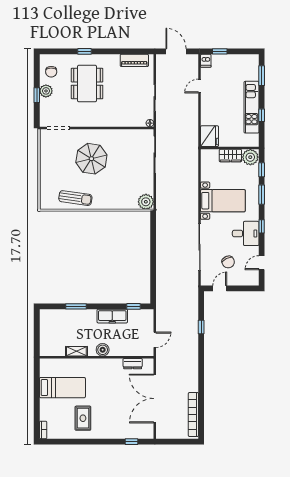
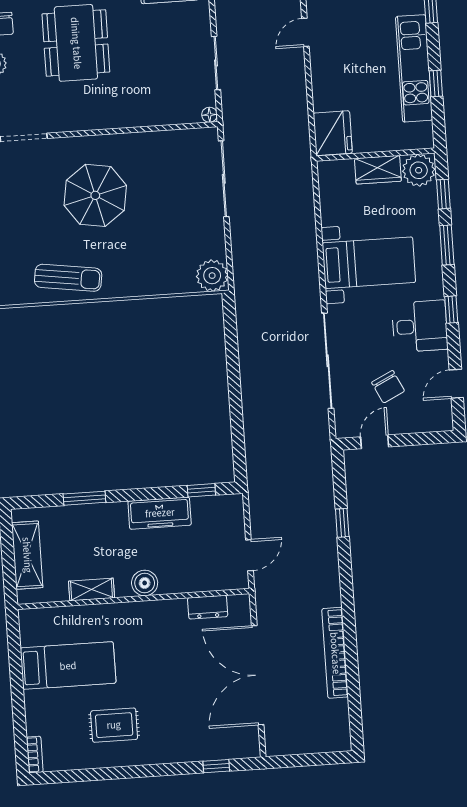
shelving: (46, 332) -> (27, 555), added
bookcase: (193, 415) -> (335, 653), moved
rug: (83, 418) -> (114, 725), turned 90

